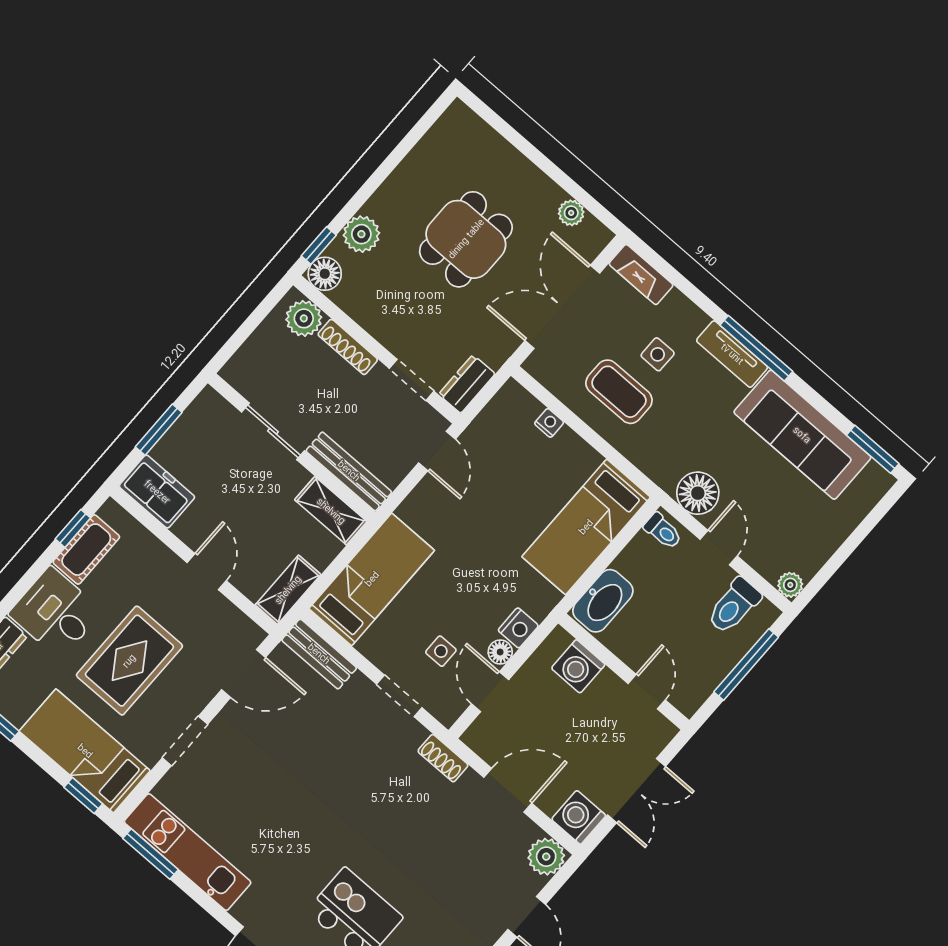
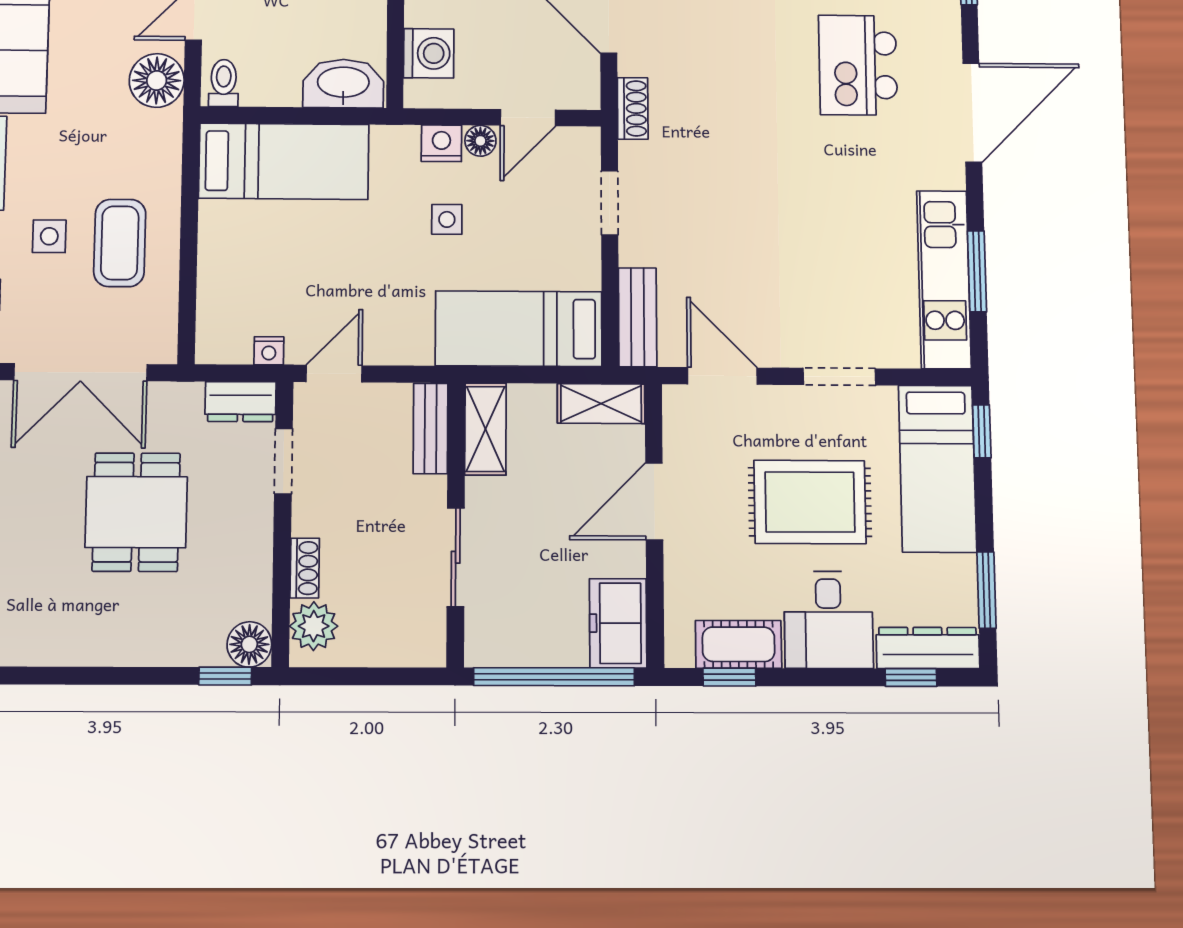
plant: (361, 234) -> (177, 642), removed
dining table: (466, 239) -> (136, 512), moved, turned 90
shoe rack: (348, 347) -> (305, 568), width x0.70
nightstand: (549, 423) -> (269, 351), moved, turned -90
window: (159, 430) -> (554, 677), width x2.11
bench: (349, 471) -> (431, 428), width x0.73
door: (207, 572) -> (654, 501), width x1.38
side table: (441, 651) -> (447, 219), moved
window: (150, 854) -> (977, 271), moved

